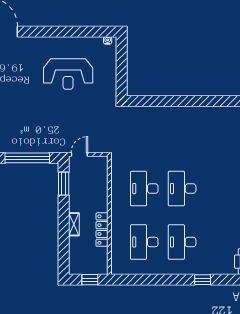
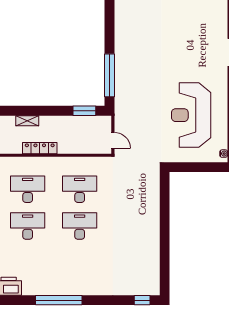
reception desk: (68, 74) -> (191, 115), width x1.36, depth x1.30
door: (79, 154) -> (113, 140), moved
shelving: (74, 224) -> (27, 121), moved

